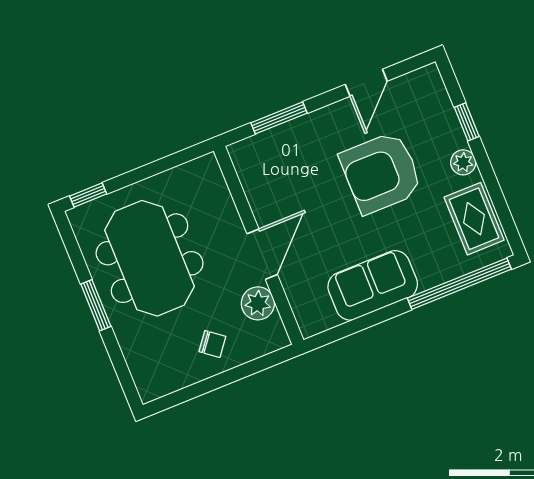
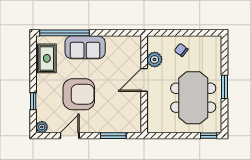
plant: (463, 162) -> (42, 127), moved
sofa: (373, 285) -> (85, 47), moved

